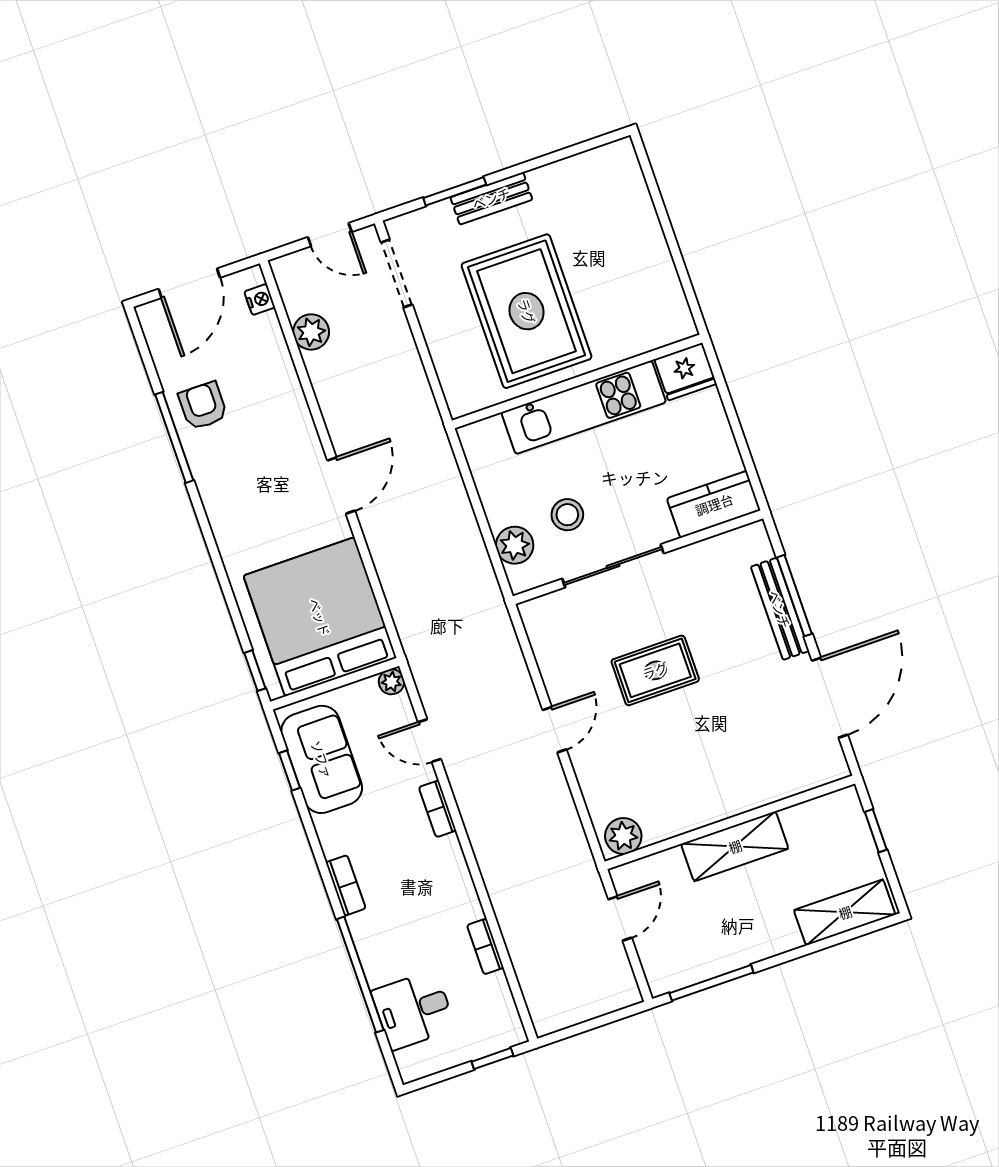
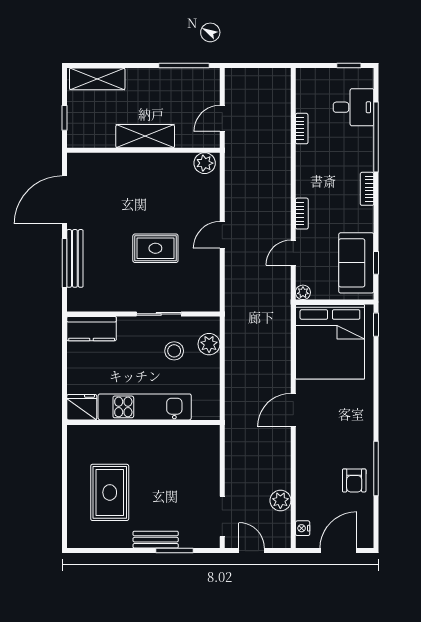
rug: (527, 311) -> (110, 492), moved, width x0.73, depth x0.69
sliding door: (613, 566) -> (159, 314), width x0.73
door: (429, 741) -> (293, 253), swing flipped
window: (492, 1059) -> (349, 65), moved

